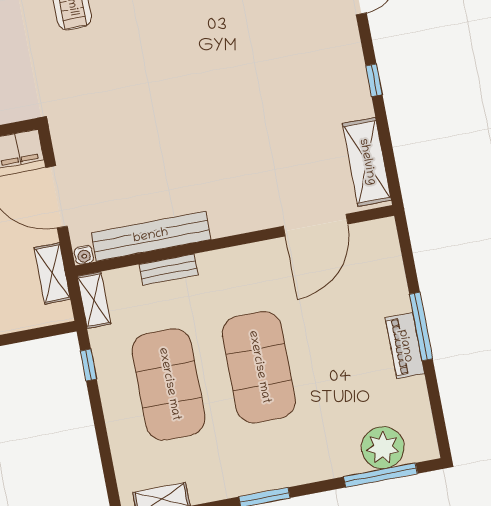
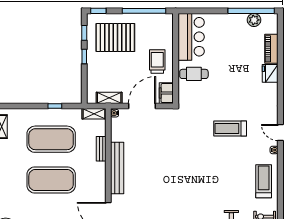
bench: (151, 236) -> (117, 168), moved
window: (89, 365) -> (55, 106), moved

